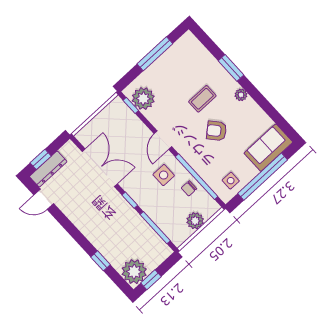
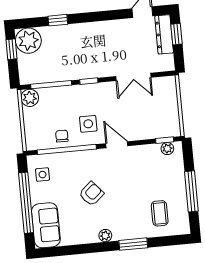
plant: (143, 99) -> (167, 149), width x0.53, depth x0.53
coffee table: (202, 99) -> (160, 213), moved
double door: (100, 168) -> (133, 77), width x0.73
plant: (195, 221) -> (30, 98), moved

